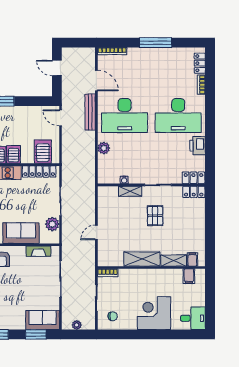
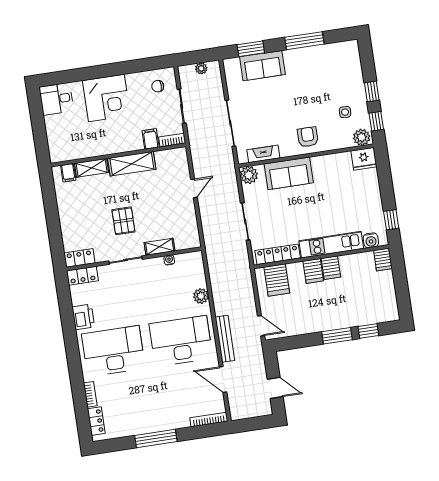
plant: (52, 224) -> (249, 175), moved
filing cabinet: (189, 276) -> (151, 139), moved
sofa: (43, 320) -> (262, 66), moved

